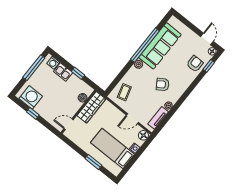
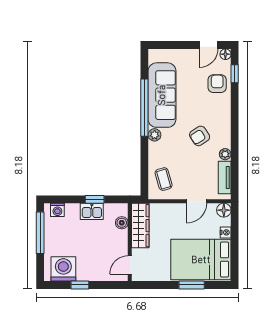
door: (207, 39) -> (209, 45), swing flipped
kitchen sink: (63, 72) -> (92, 211), moved
bed: (112, 148) -> (201, 260), width x1.50

